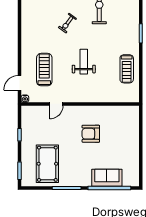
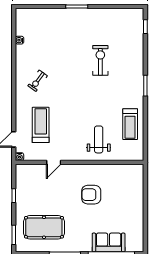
exercise bike: (67, 23) -> (38, 81), moved
weight bench: (84, 62) -> (99, 139), moved
pool table: (47, 164) -> (44, 227), turned 90

